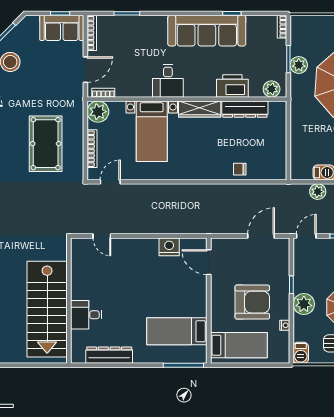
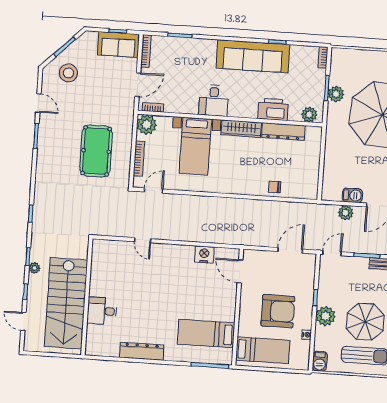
wall: (69, 301) -> (87, 297), moved
stairs: (47, 309) -> (66, 303), moved
desk: (86, 315) -> (102, 311), moved

